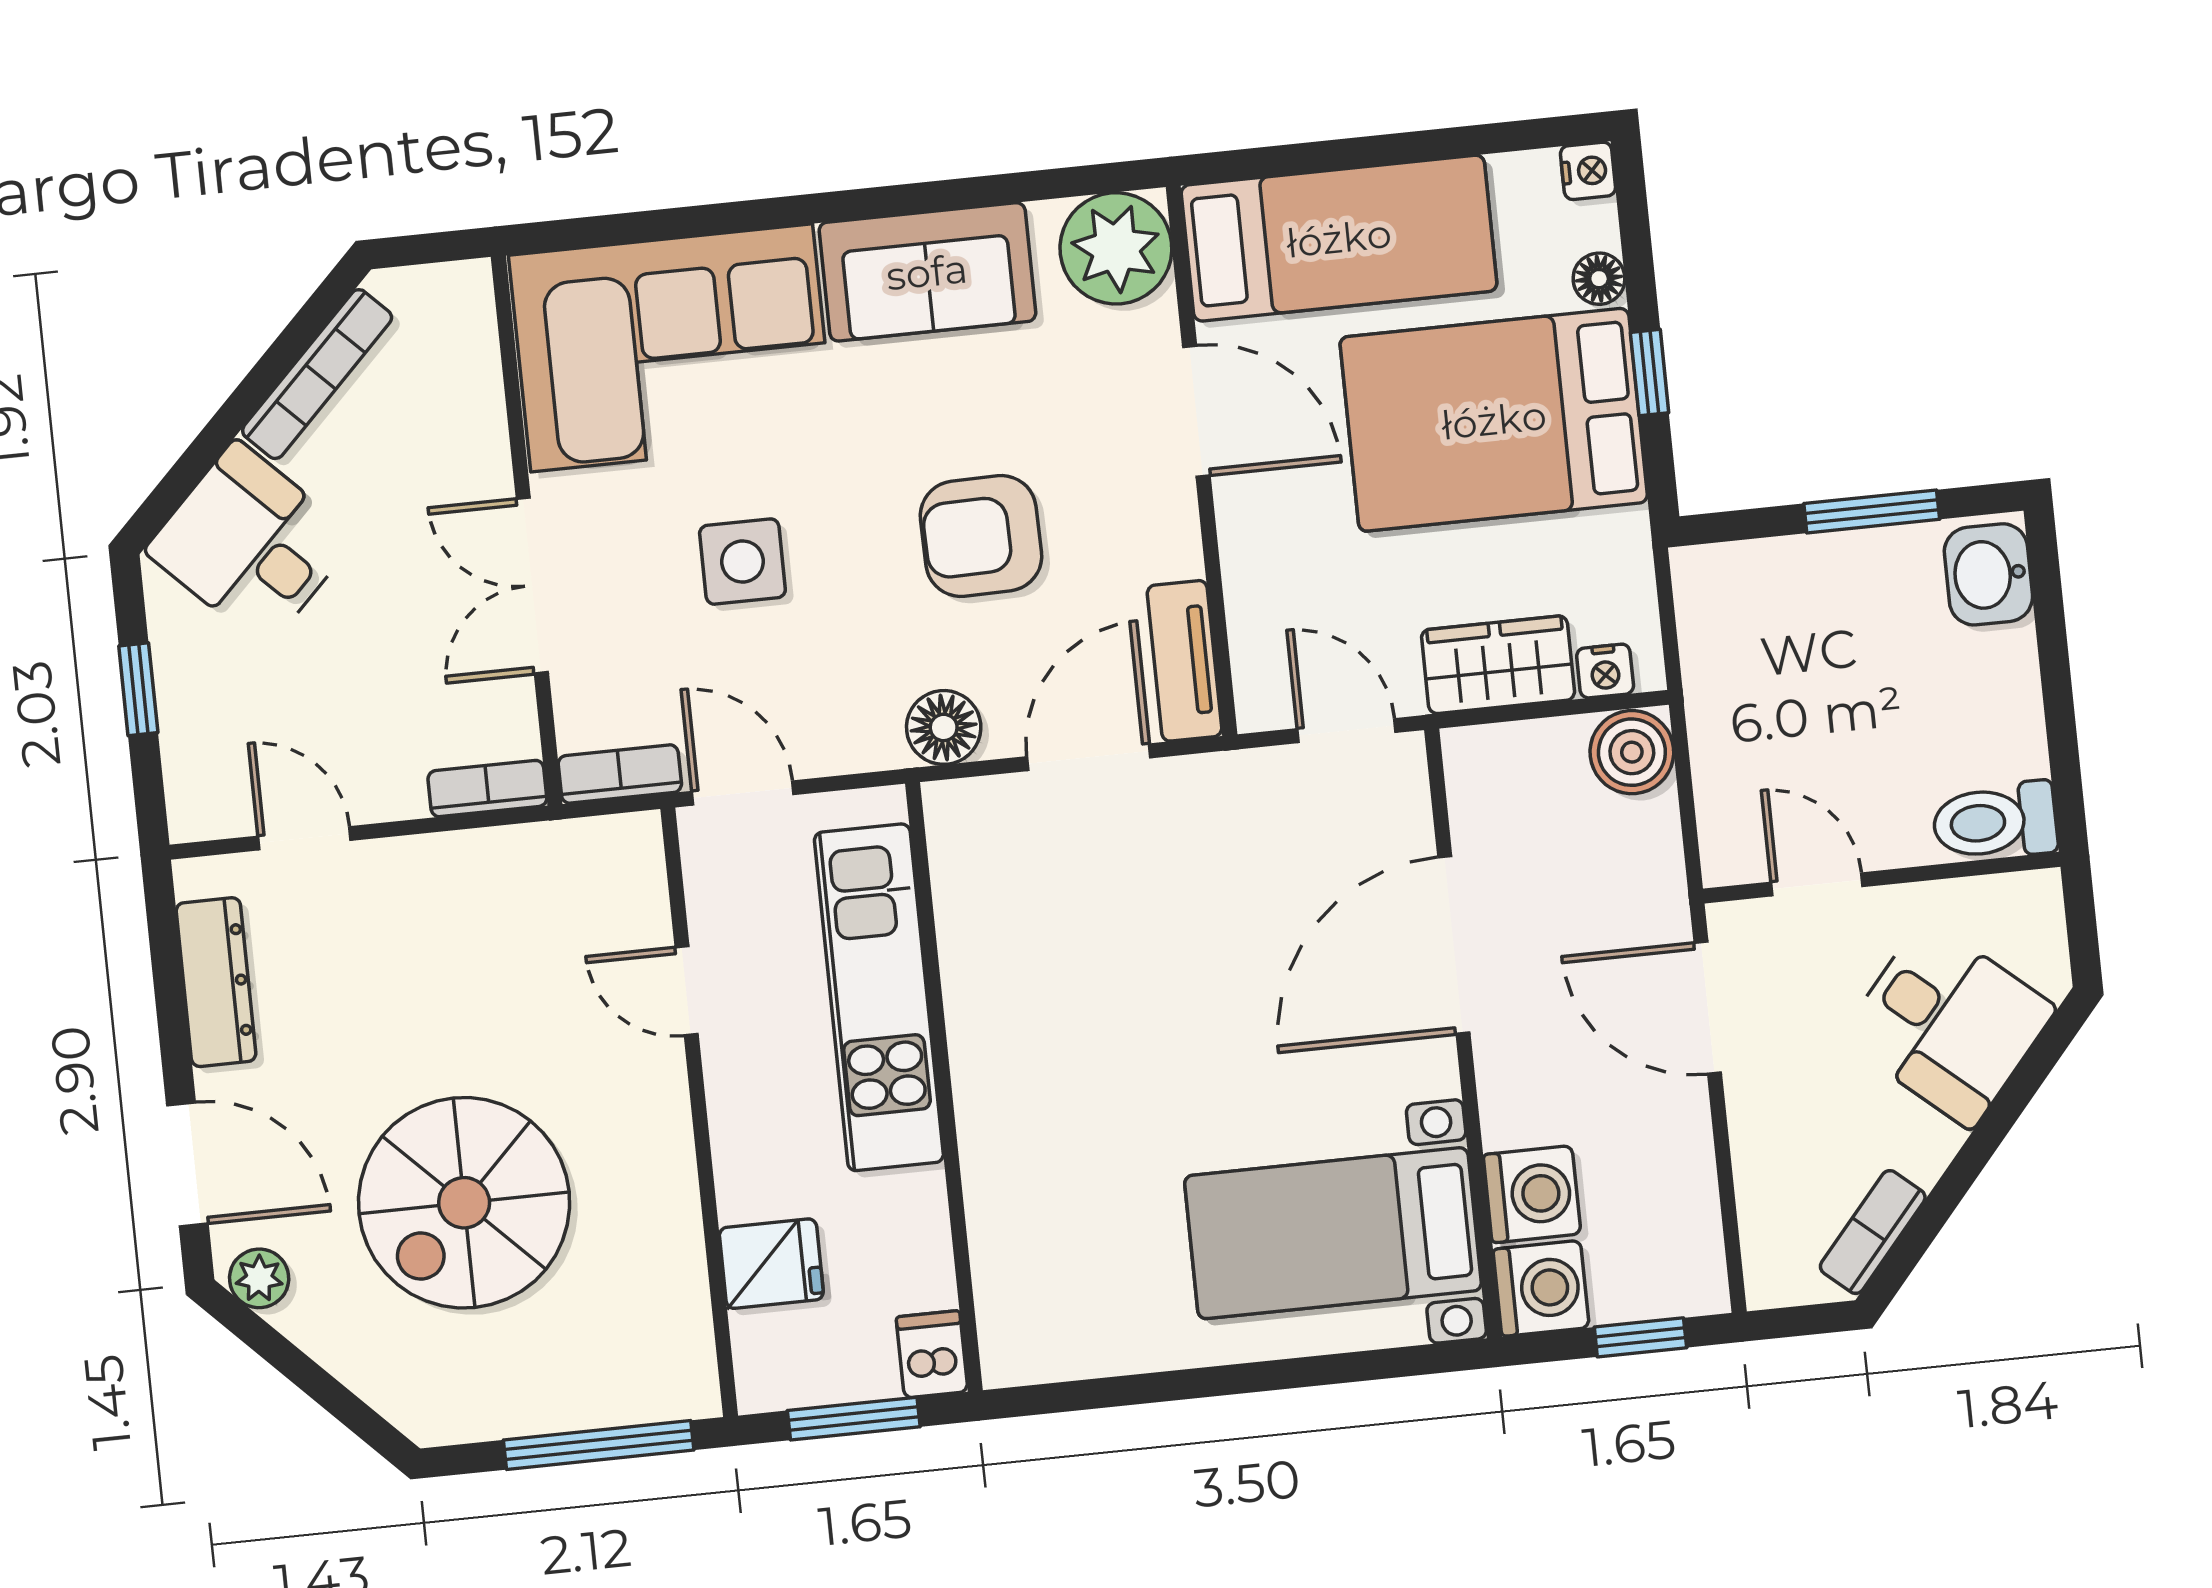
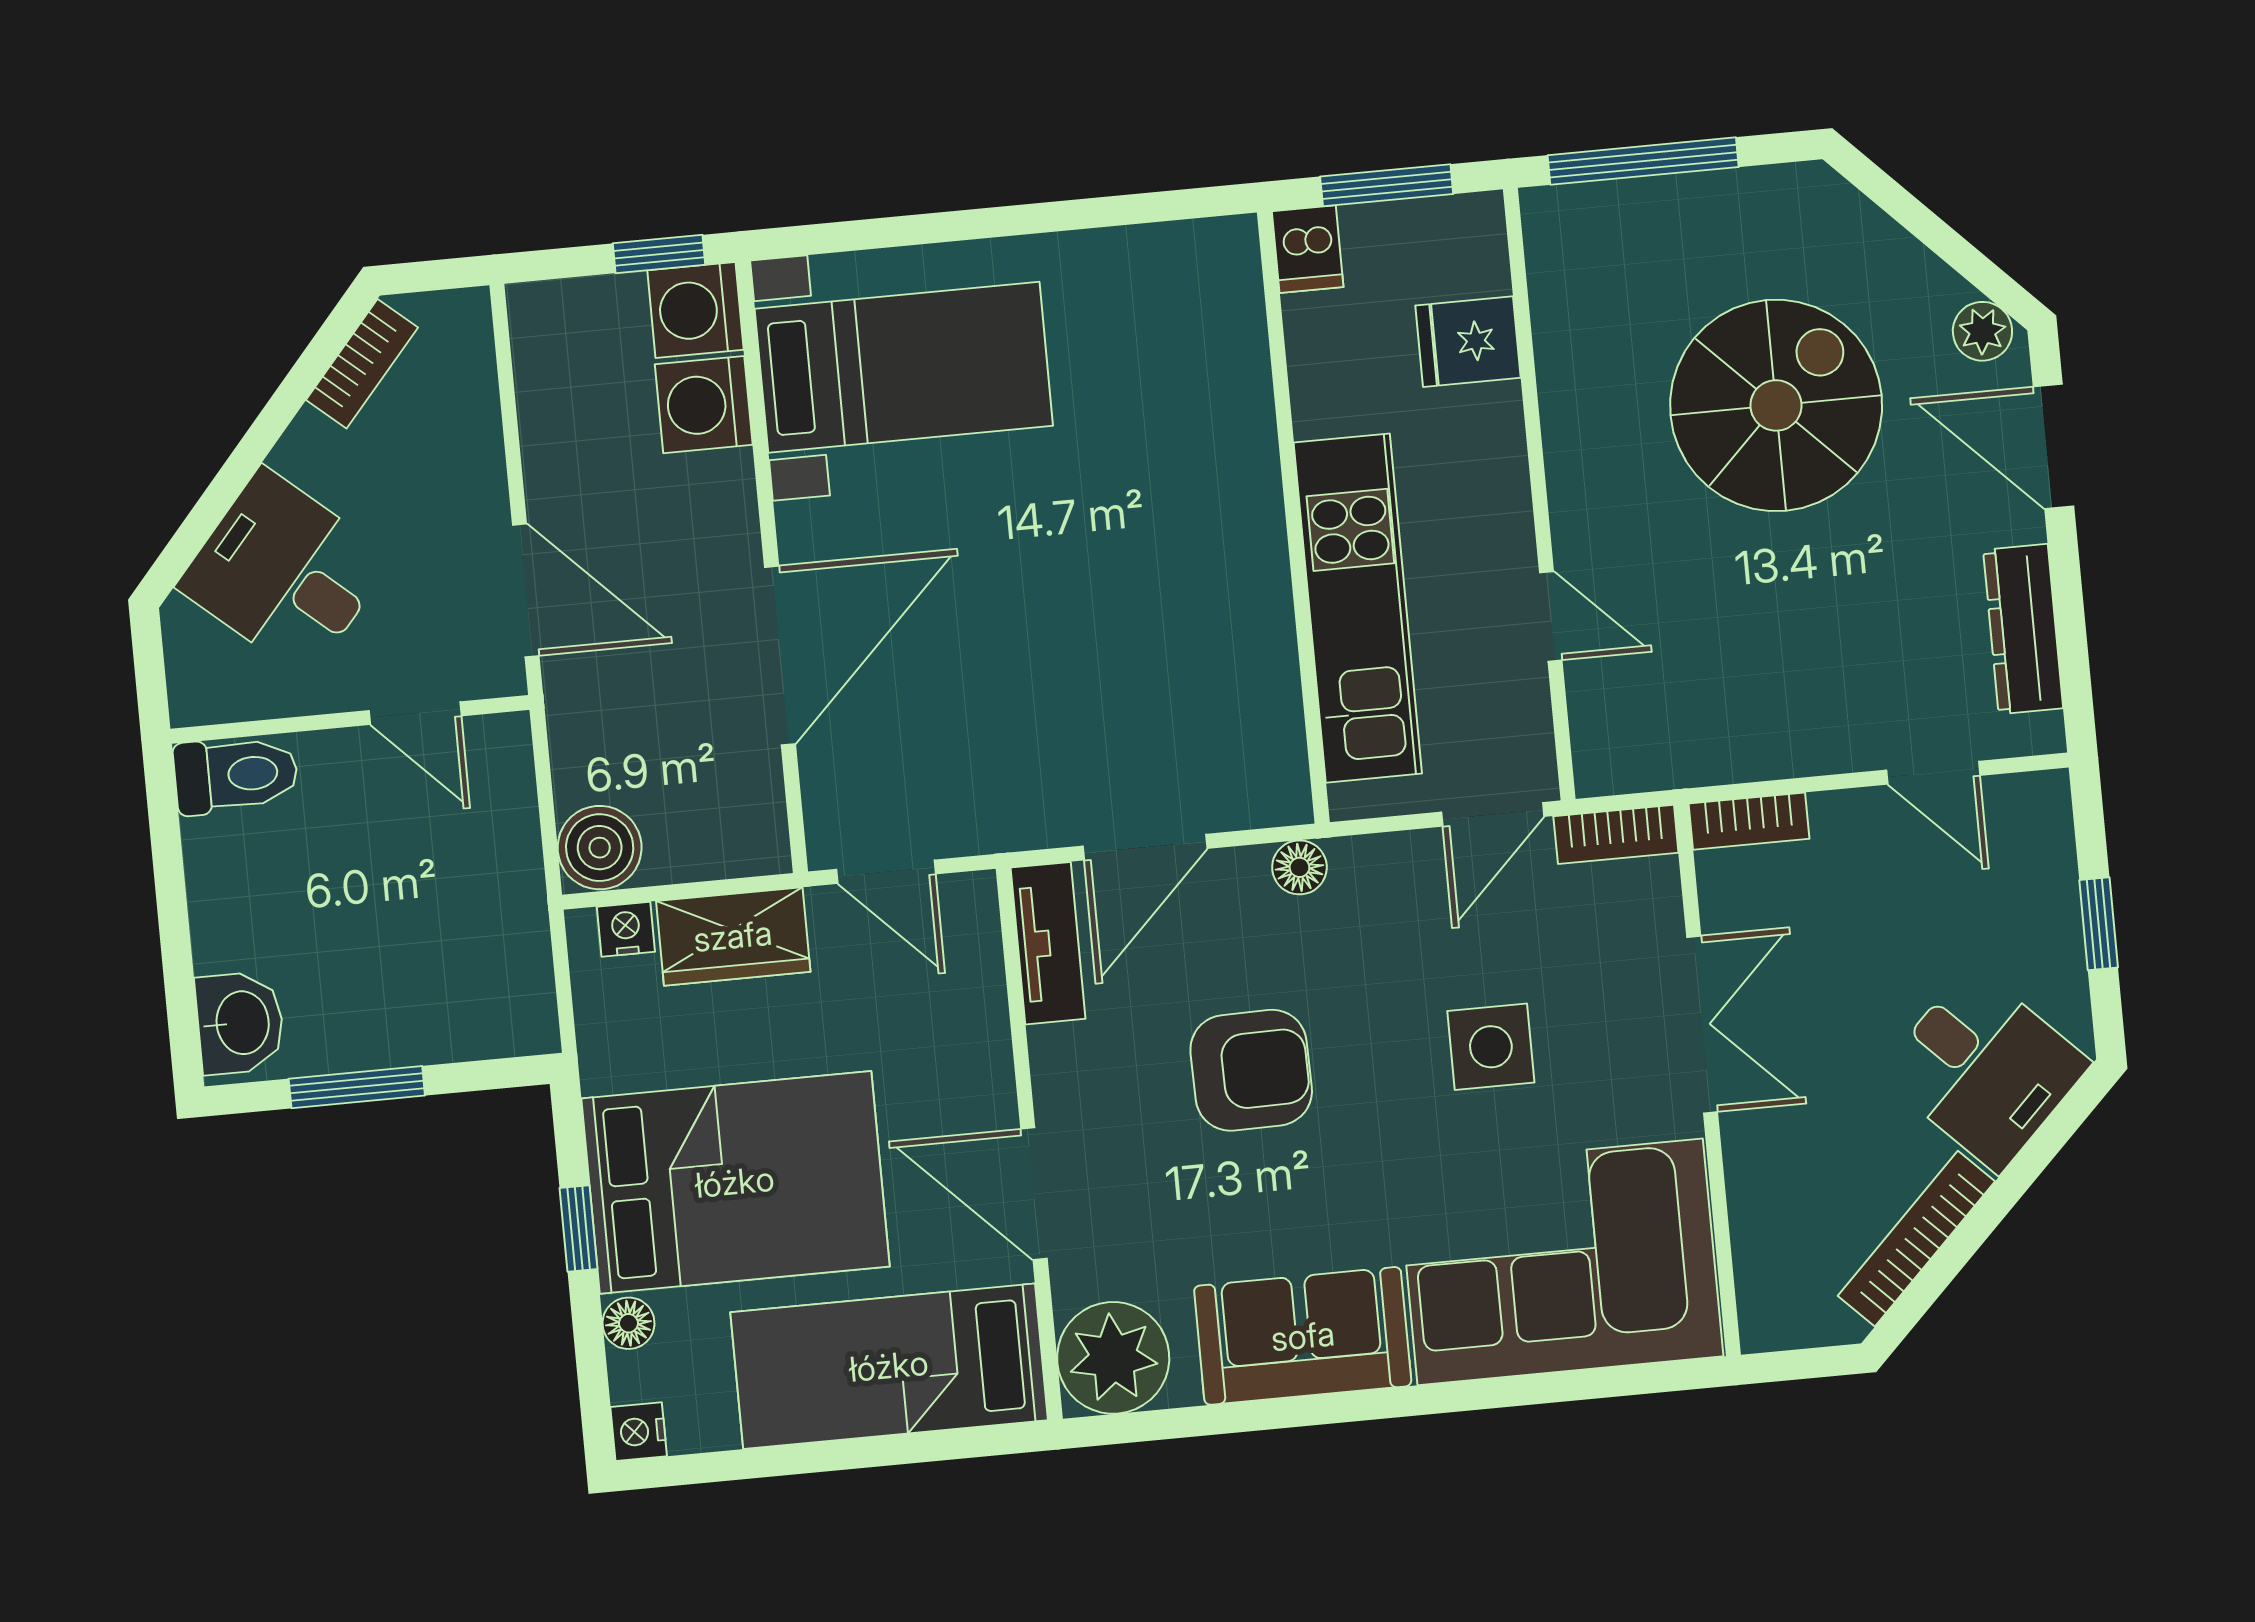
floor lamp: (944, 727) -> (1299, 867), width x0.73, depth x0.73
door: (743, 793) -> (1493, 814), hinge flipped
window: (1640, 1337) -> (659, 254), moved

